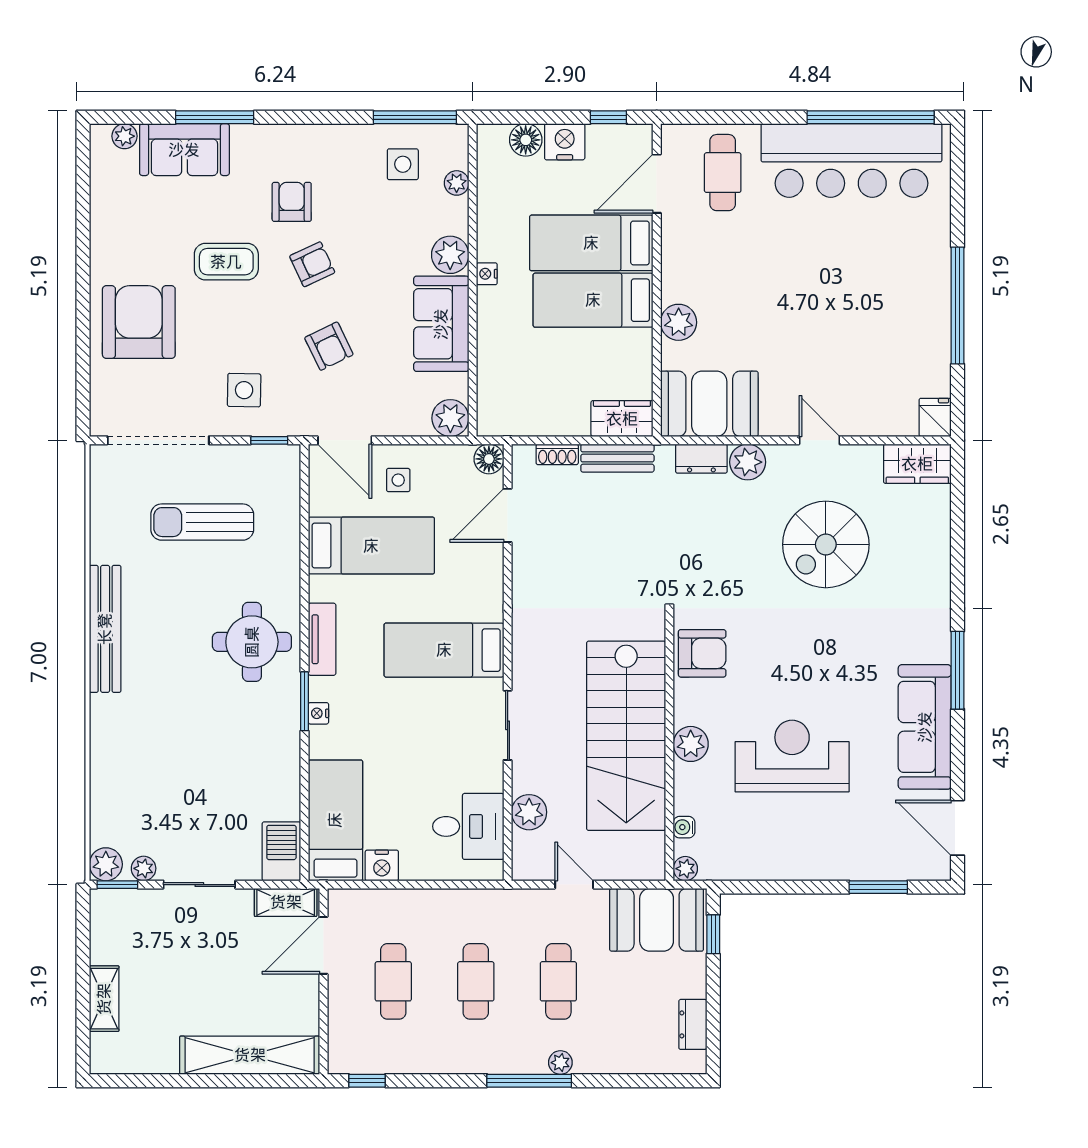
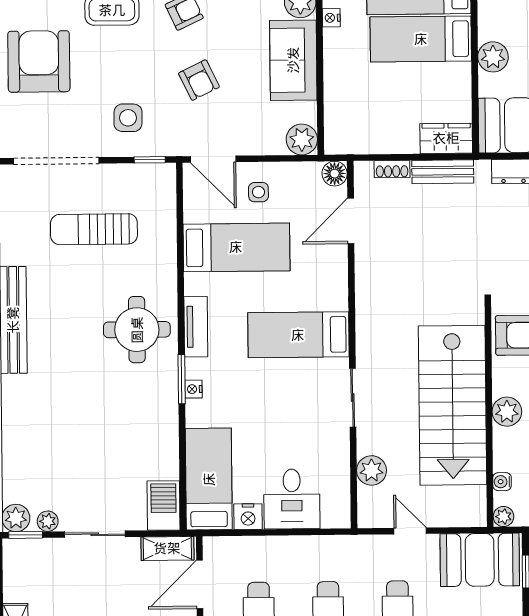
desk: (468, 826) -> (292, 499), moved, turned 90

